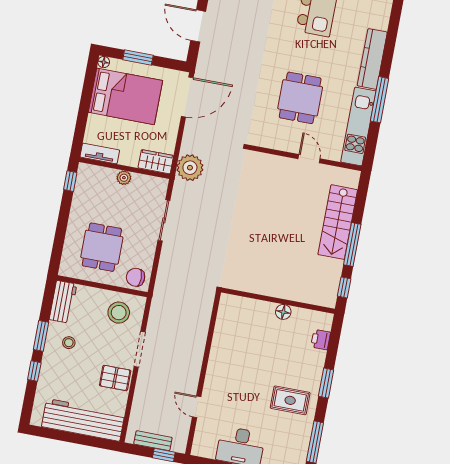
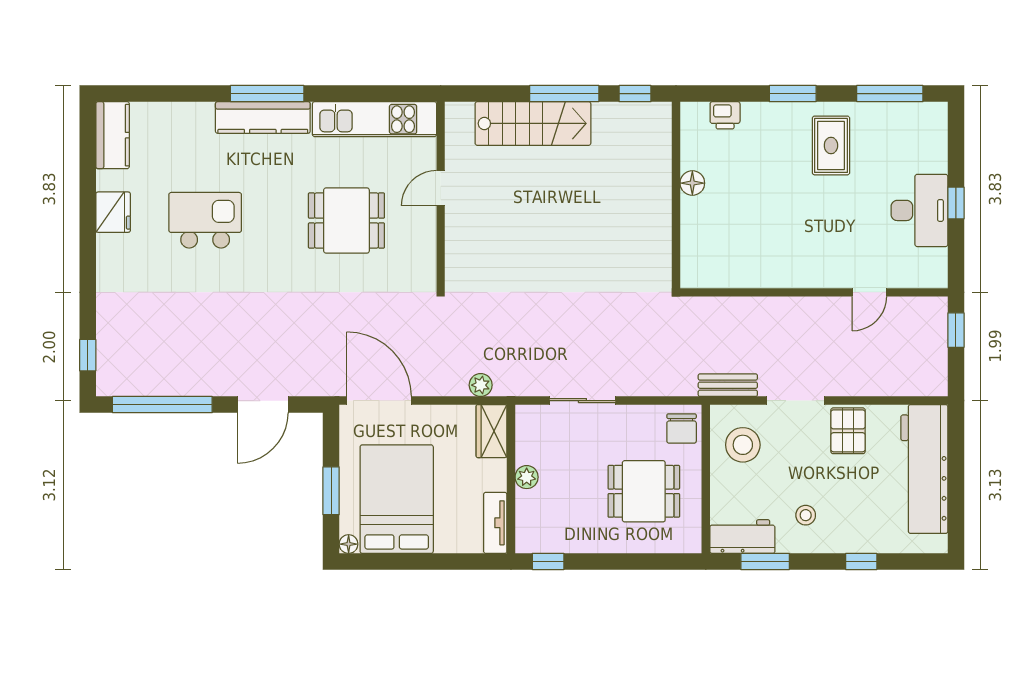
window: (380, 100) -> (267, 94), moved
plant: (190, 168) -> (481, 385), width x0.53, depth x0.53
window: (41, 336) -> (765, 561), moved
bench: (153, 441) -> (728, 385), moved, turned 90

